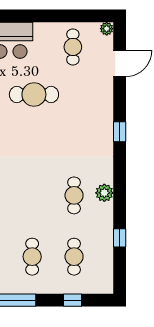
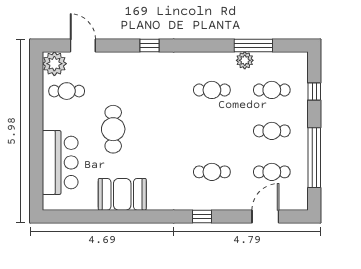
plant: (107, 29) -> (54, 64), width x1.87, depth x1.87
plant: (104, 193) -> (245, 60), moved
window: (120, 238) -> (253, 45), width x2.17

